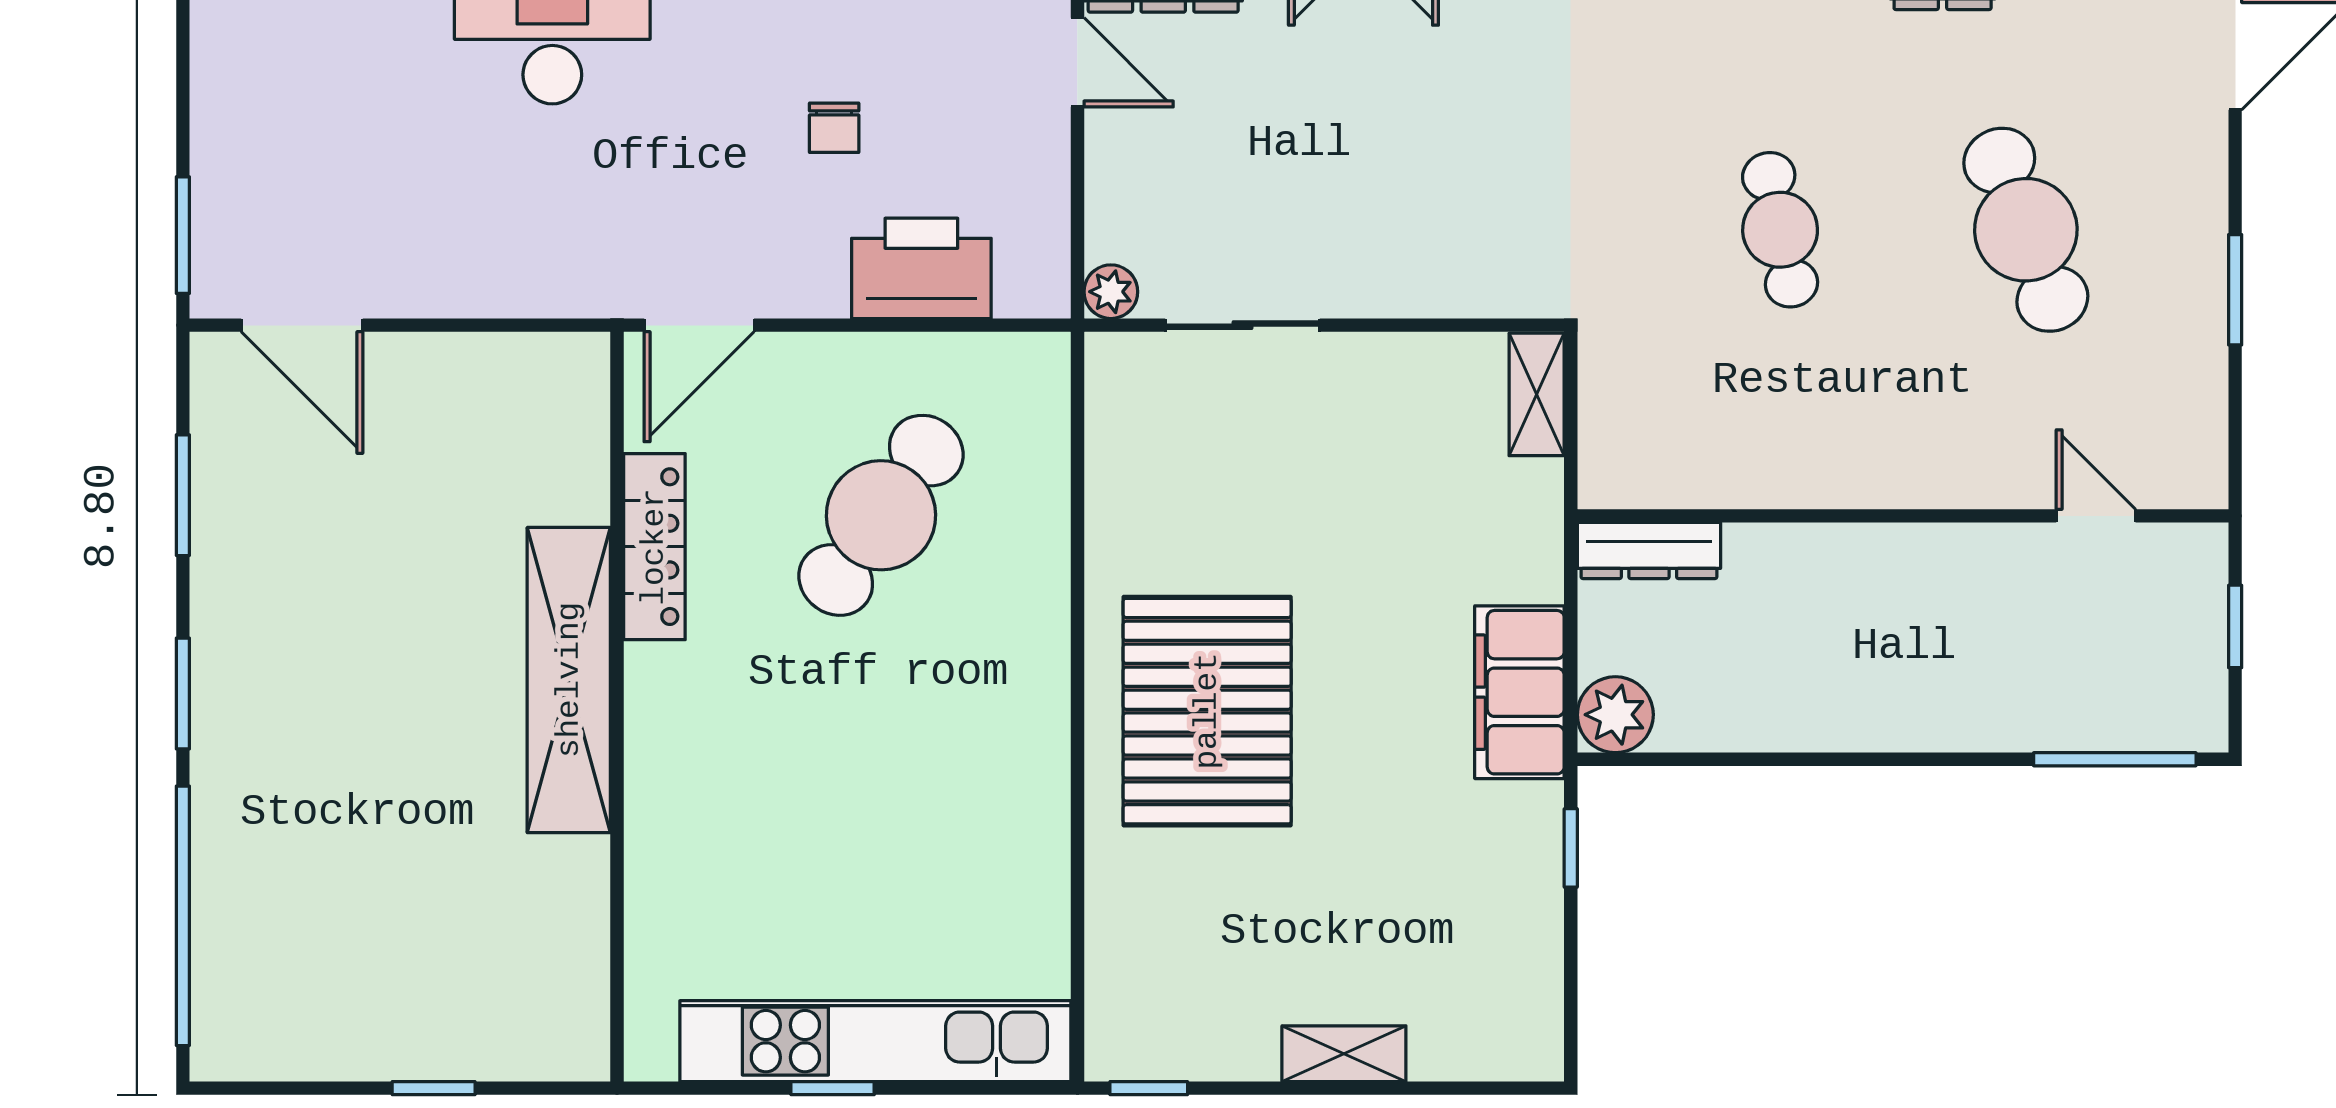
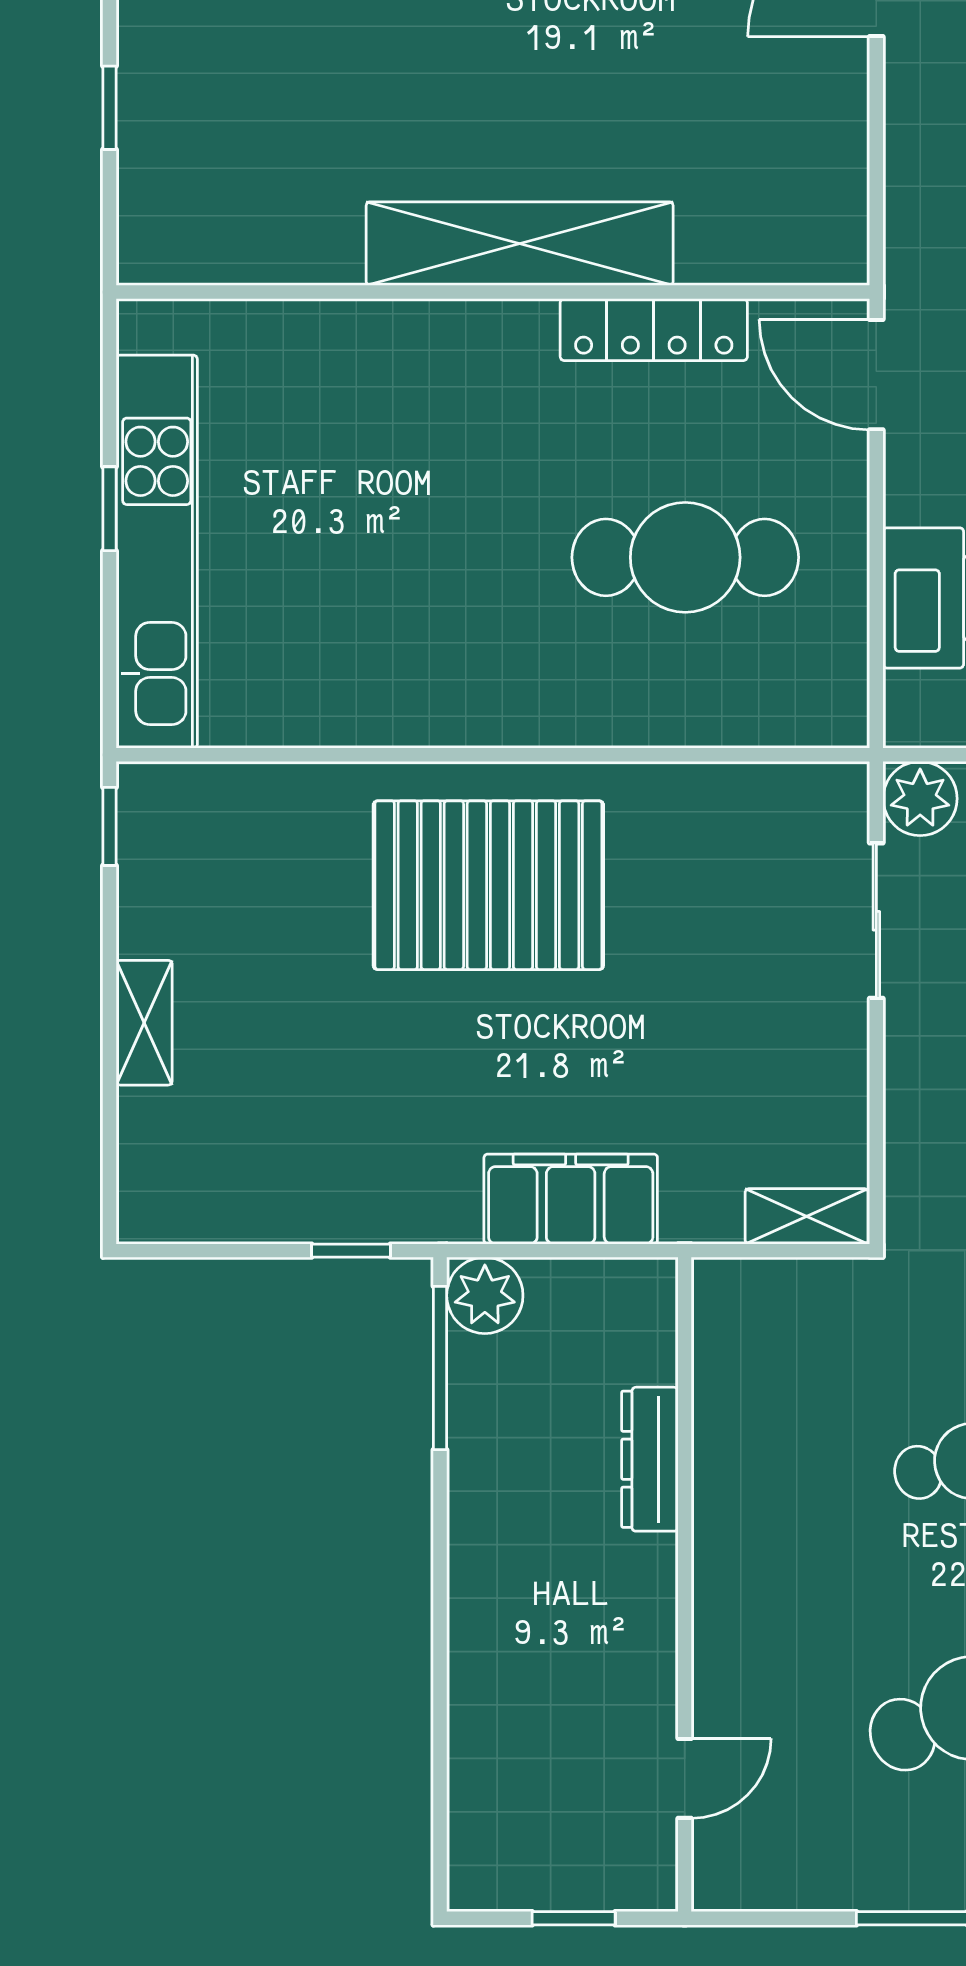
plant: (1111, 292) -> (920, 799), width x1.38, depth x1.38
cafe table: (881, 515) -> (685, 557), turned -35
dresser: (1649, 550) -> (650, 1459), moved
filing cabinet: (1519, 692) -> (571, 1199), moved
window: (2115, 759) -> (440, 1368), moved

